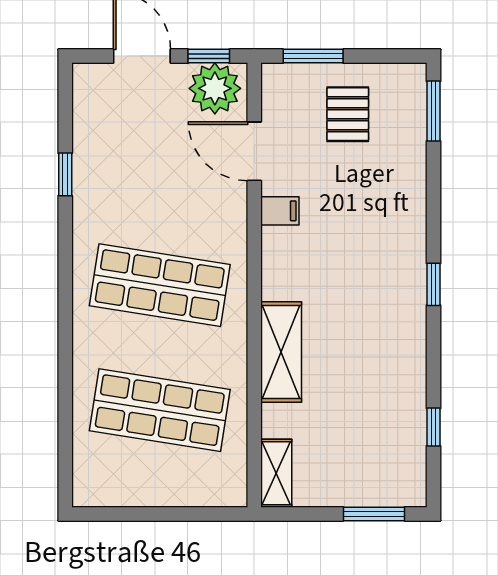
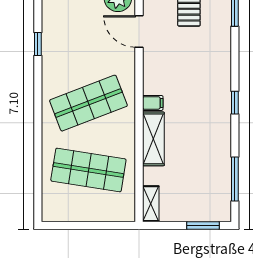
filing cabinet: (280, 211) -> (153, 103), moved
shop shelf: (160, 285) -> (88, 103), turned -30
window: (433, 427) -> (235, 179), width x2.17

